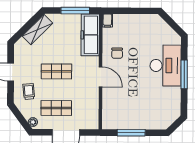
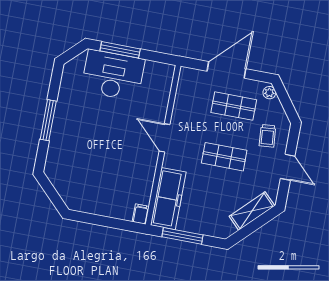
shelving: (37, 30) -> (252, 211), moved
chair: (117, 53) -> (136, 166), removed
desk: (166, 65) -> (113, 75), moved, turned 90
window: (131, 133) -> (120, 50), moved

